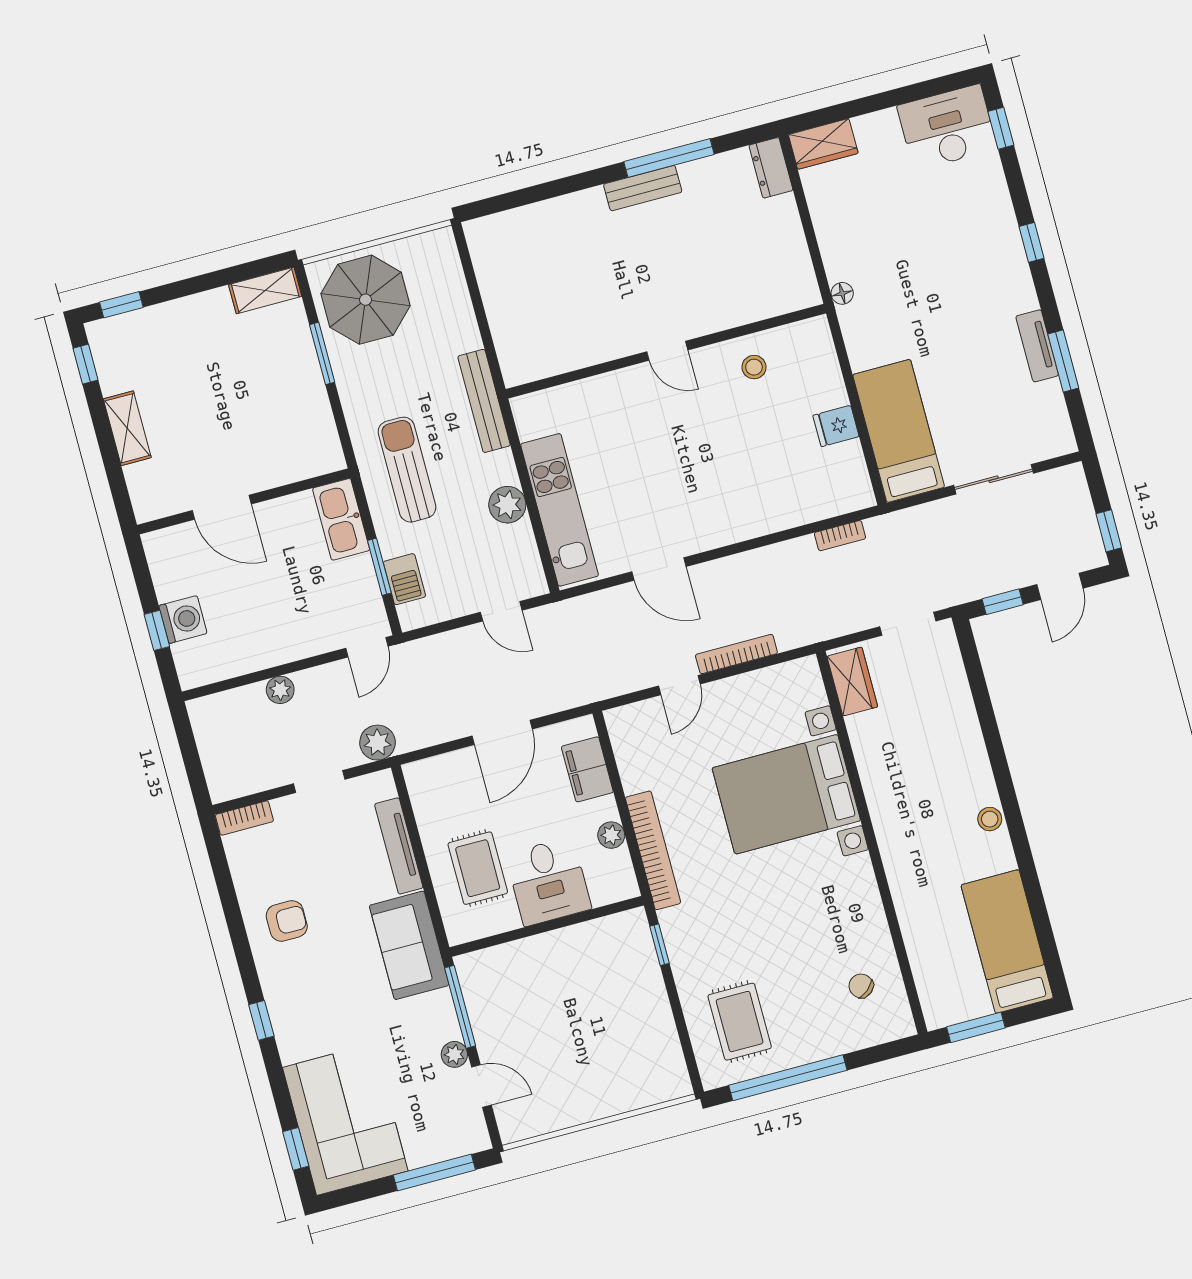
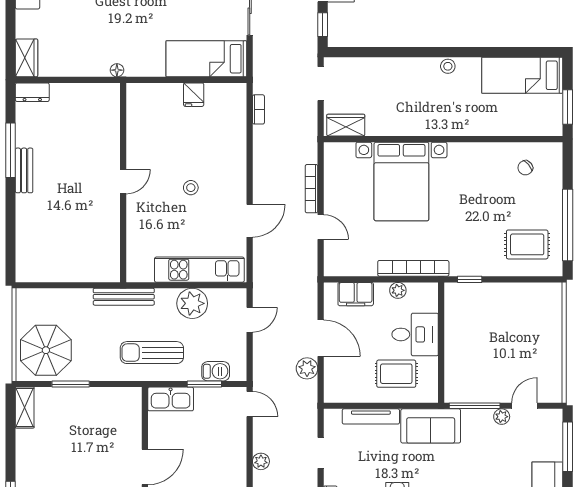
stool: (754, 367) -> (191, 188), moved
plant: (507, 505) -> (192, 303), width x1.36, depth x1.36
plant: (378, 743) -> (307, 368), moved

